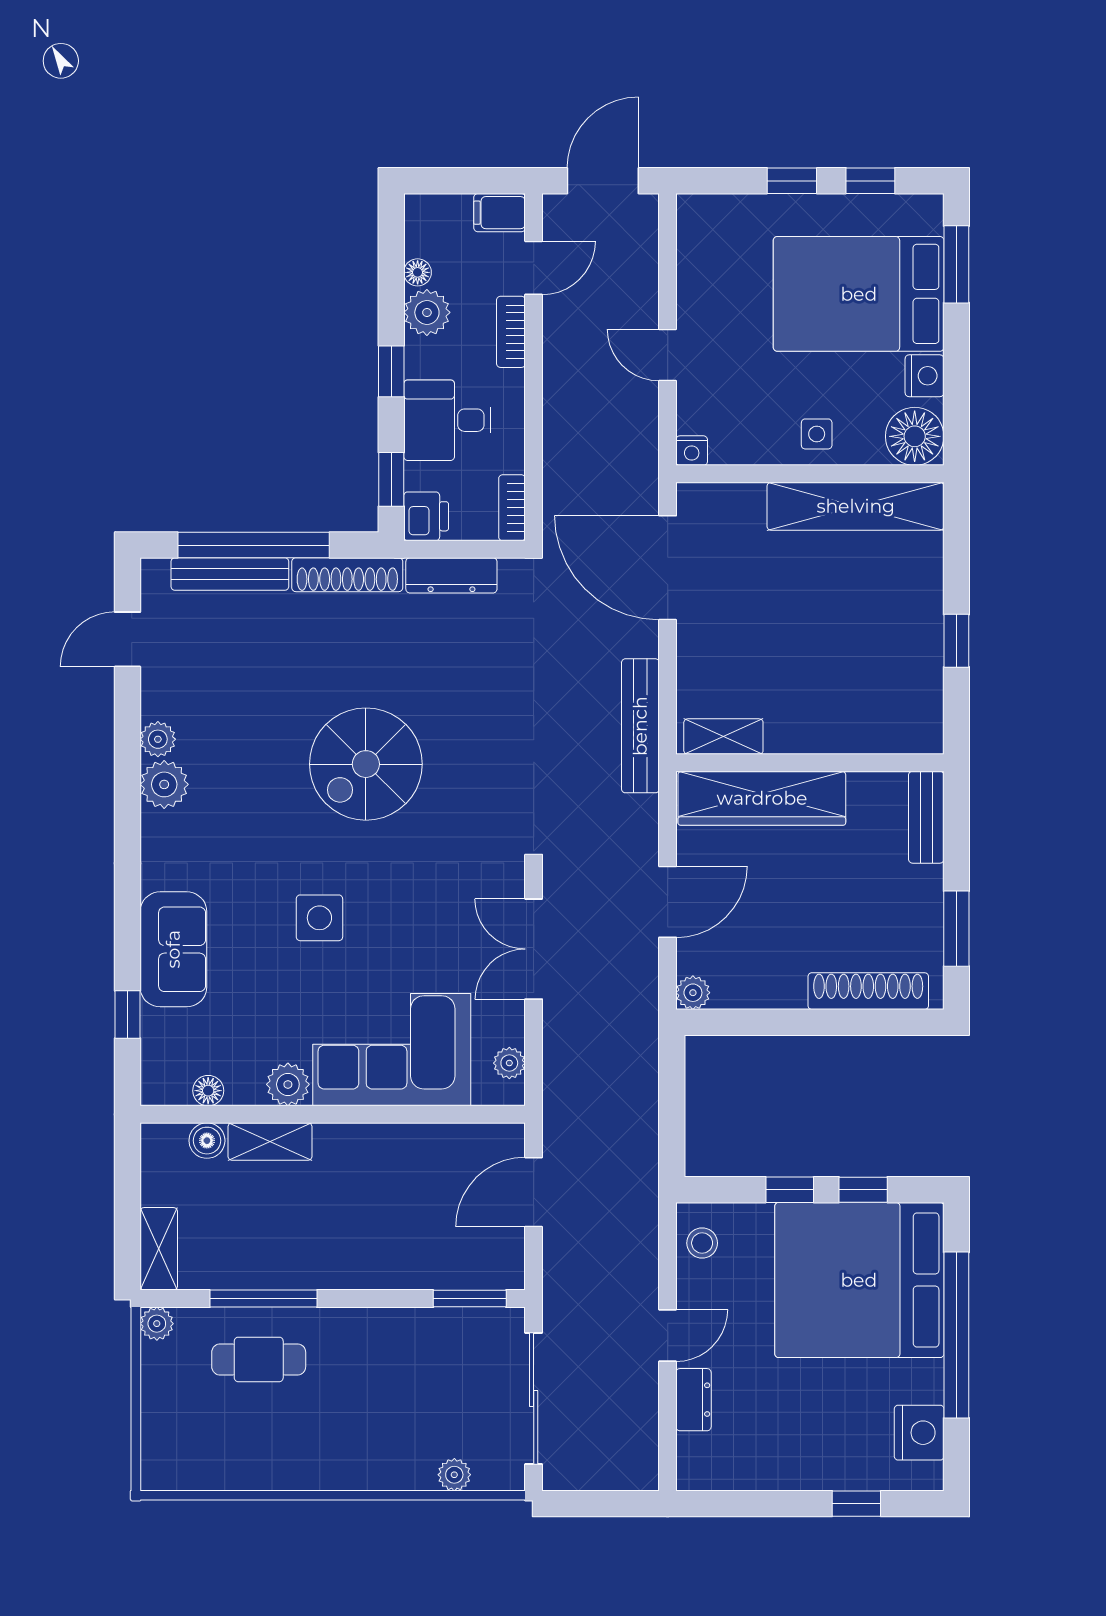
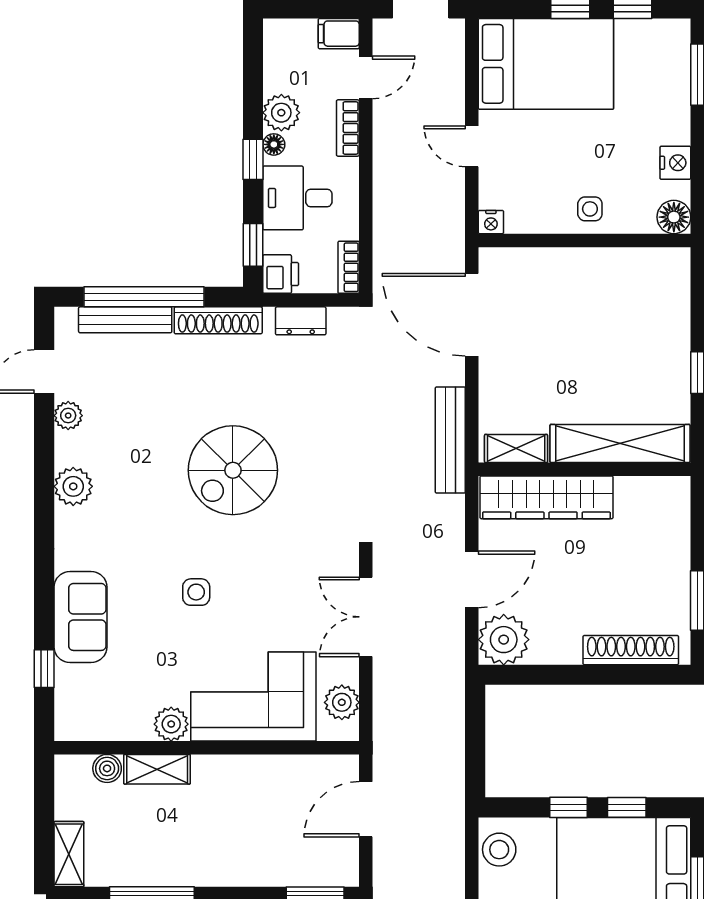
floor lamp: (418, 272) -> (274, 144), moved
bed: (859, 294) -> (546, 64), moved, turned 180
floor lamp: (915, 436) -> (674, 217), width x0.73, depth x0.73
shelving: (856, 506) -> (620, 443), moved
dresser: (451, 575) -> (301, 321), width x0.70
plant: (158, 739) -> (68, 416), moved
bench: (926, 817) -> (677, 512), removed
side table: (319, 918) -> (196, 592), width x0.73, depth x0.73
plant: (693, 993) -> (504, 640), width x1.87, depth x1.87
plant: (509, 1063) -> (342, 702), width x1.38, depth x1.38
floor lamp: (208, 1091) -> (108, 729), removed
stool: (702, 1243) -> (499, 850), width x1.37, depth x1.37

